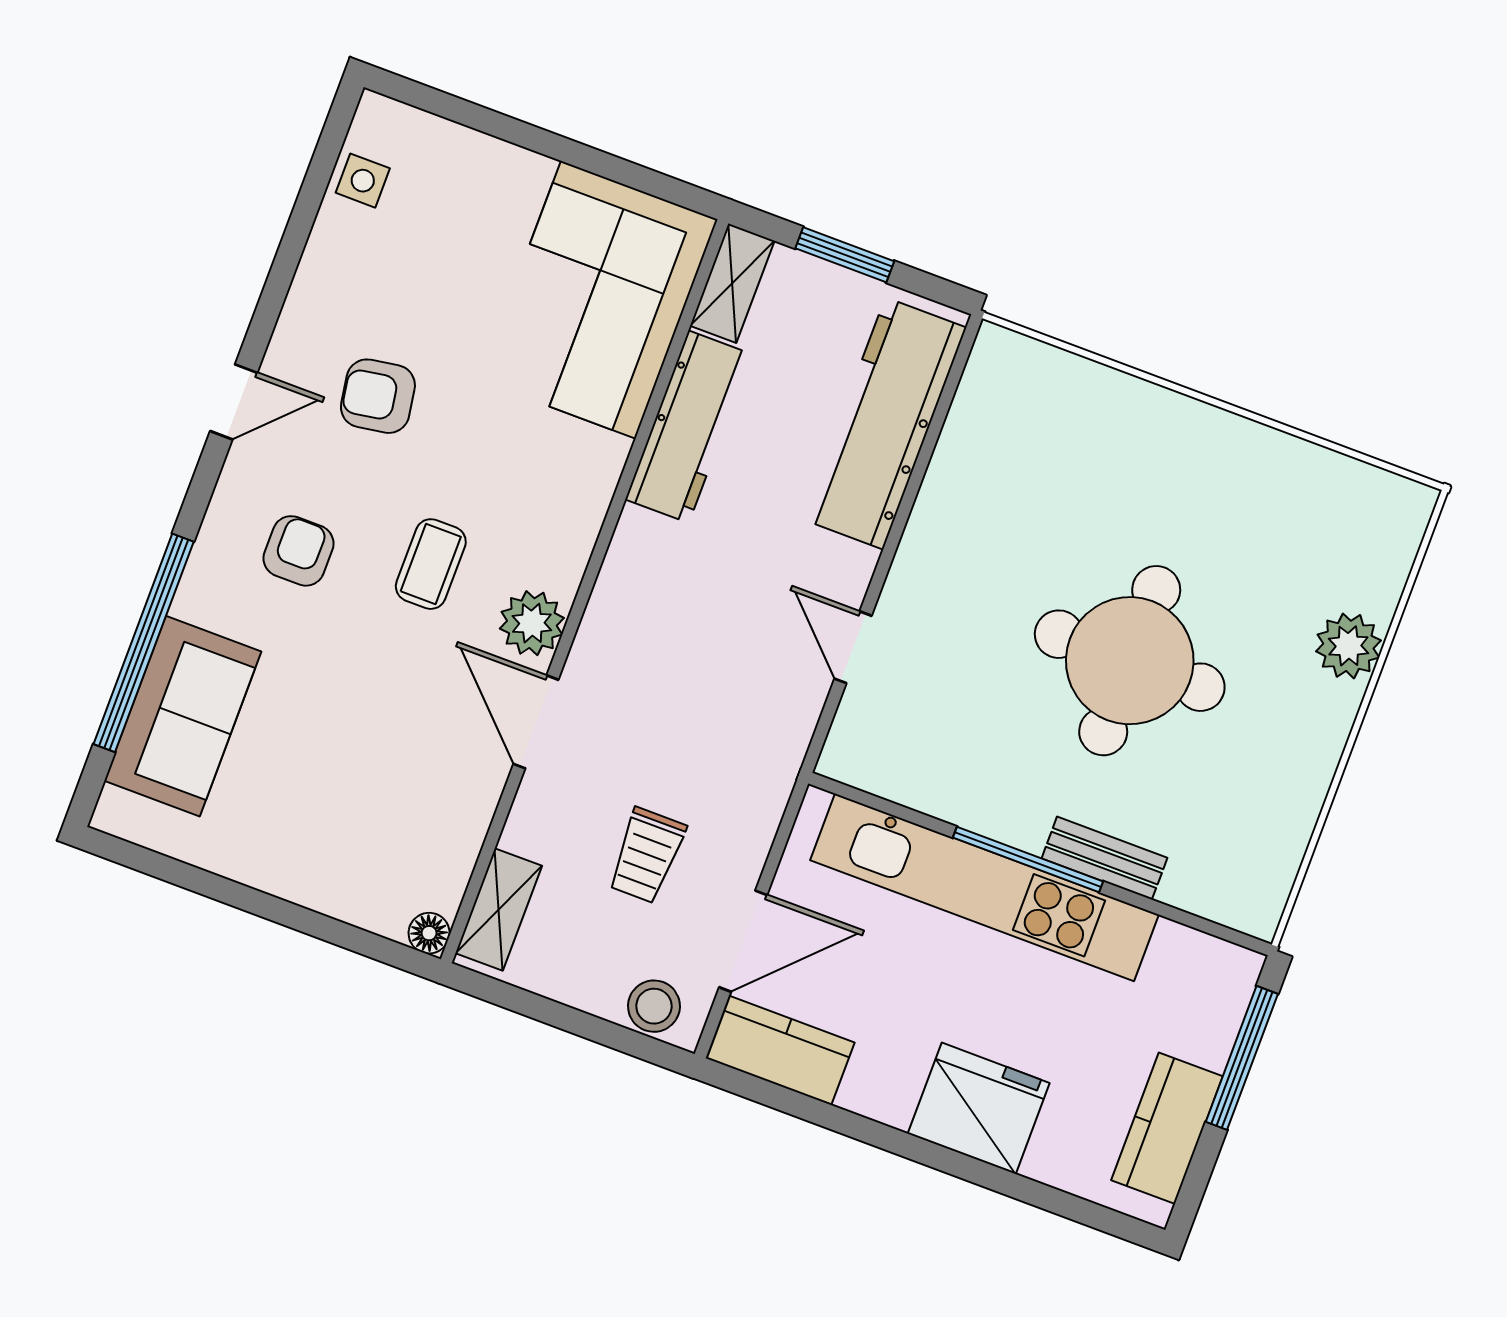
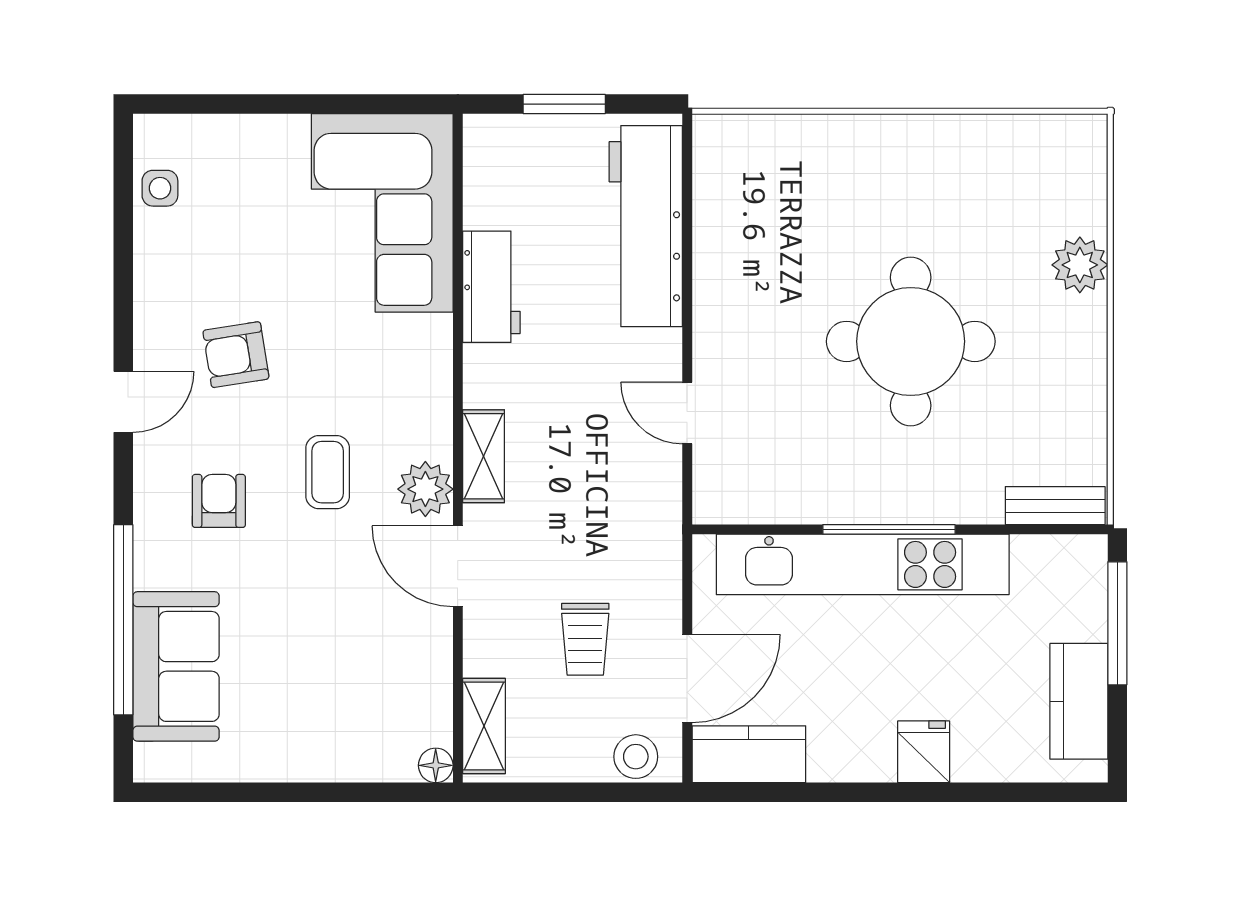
shelving: (732, 283) -> (483, 456), moved
workbench: (689, 427) -> (491, 287), width x0.73
bench: (1104, 858) -> (1055, 506), moved
fridge: (979, 1108) -> (924, 752), width x0.53, depth x0.75

